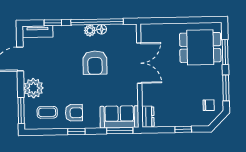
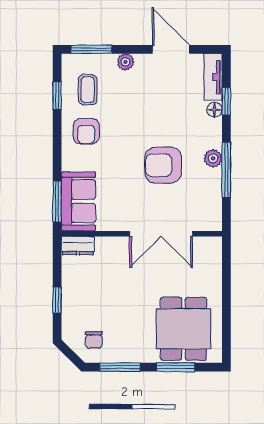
window: (97, 22) -> (226, 170), width x0.68
floor lamp: (102, 29) -> (215, 110), moved
plant: (33, 88) -> (125, 62), width x0.53, depth x0.53
window: (76, 131) -> (57, 96), moved

